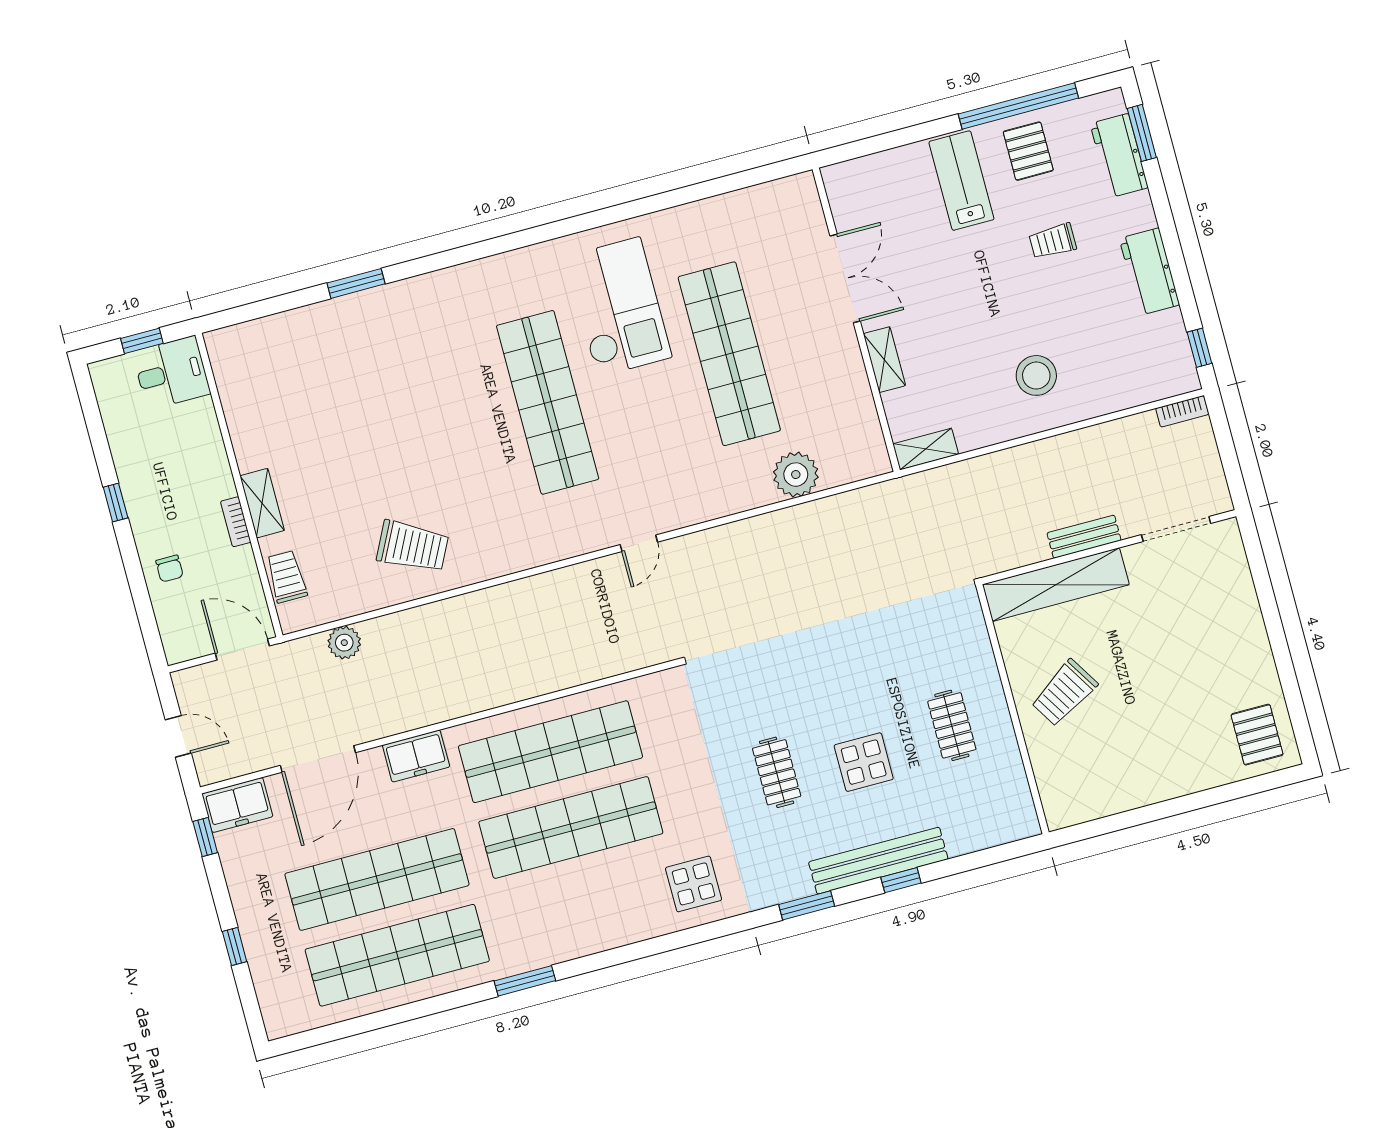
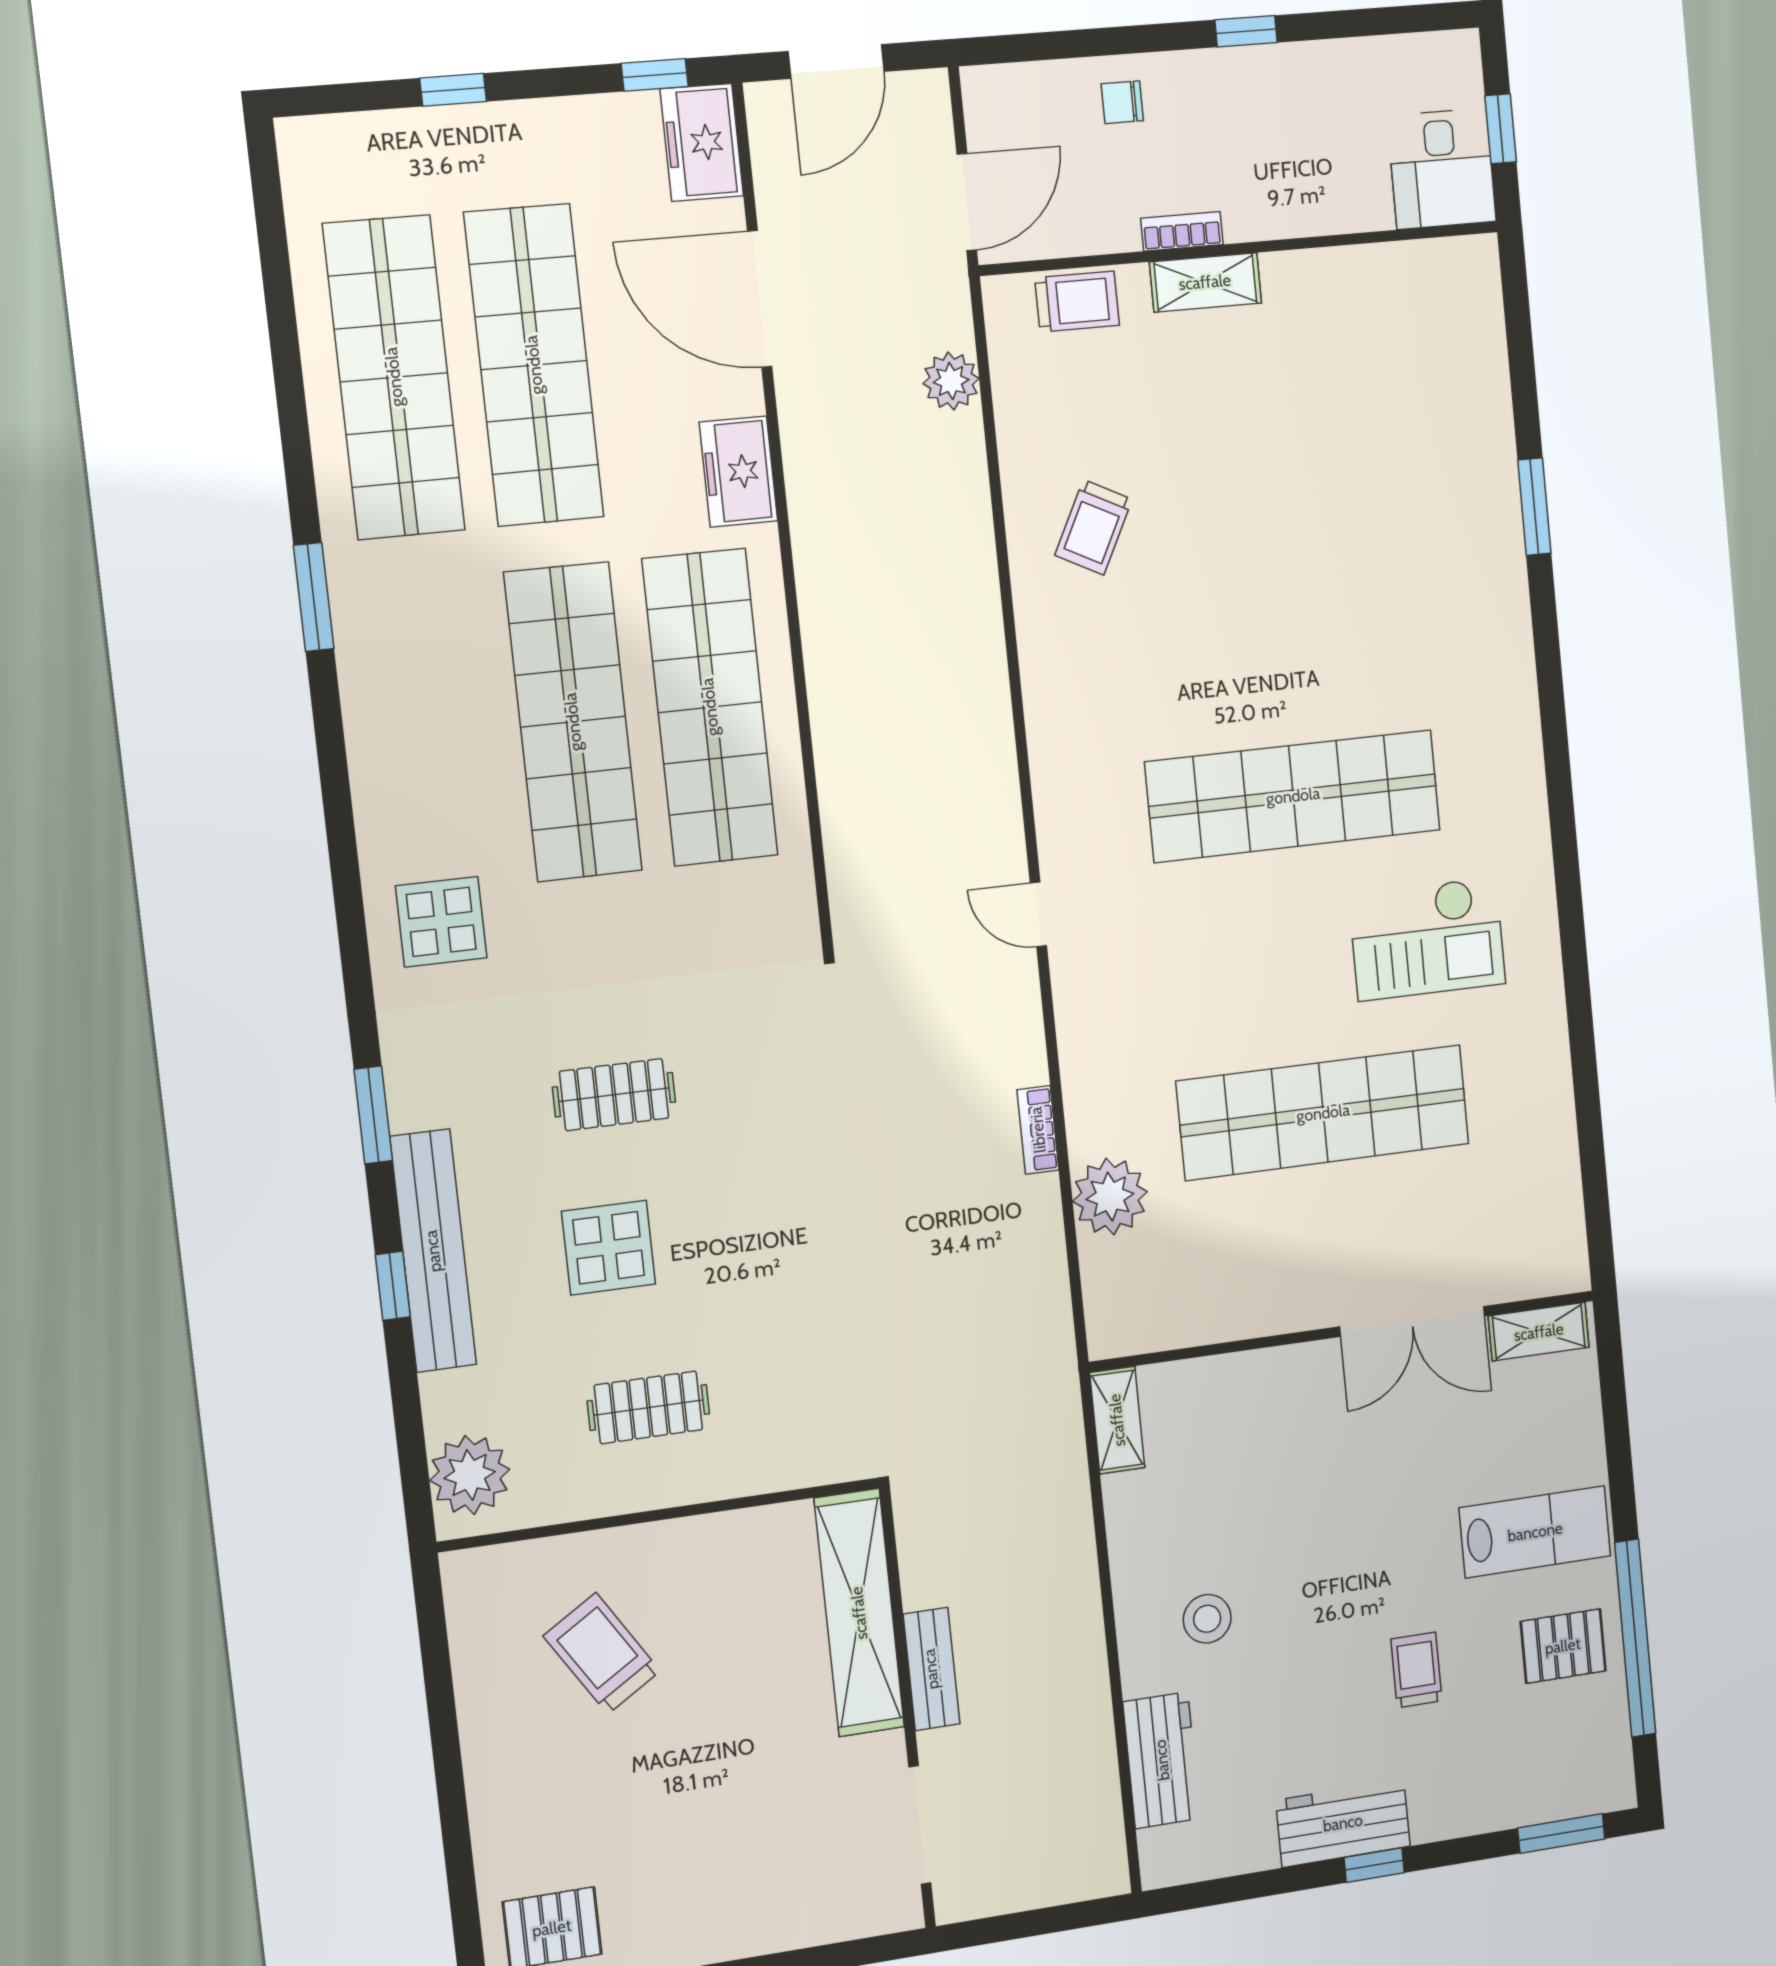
workbench: (1119, 156) -> (1162, 1760), moved, turned 90
checkout: (618, 307) -> (1427, 939), width x0.73, depth x0.83
window: (1199, 348) -> (1374, 1865), moved
shelving: (884, 360) -> (1539, 1332), moved
stool: (1036, 375) -> (1207, 1619), width x0.73, depth x0.73
bookcase: (1182, 411) -> (1038, 1130), moved
trolley: (413, 546) -> (1094, 527), width x0.73, depth x0.72
trolley: (1064, 693) -> (602, 1653), moved
door: (178, 736) -> (836, 61), width x1.37
plant: (1002, 821) -> (470, 1475), added

